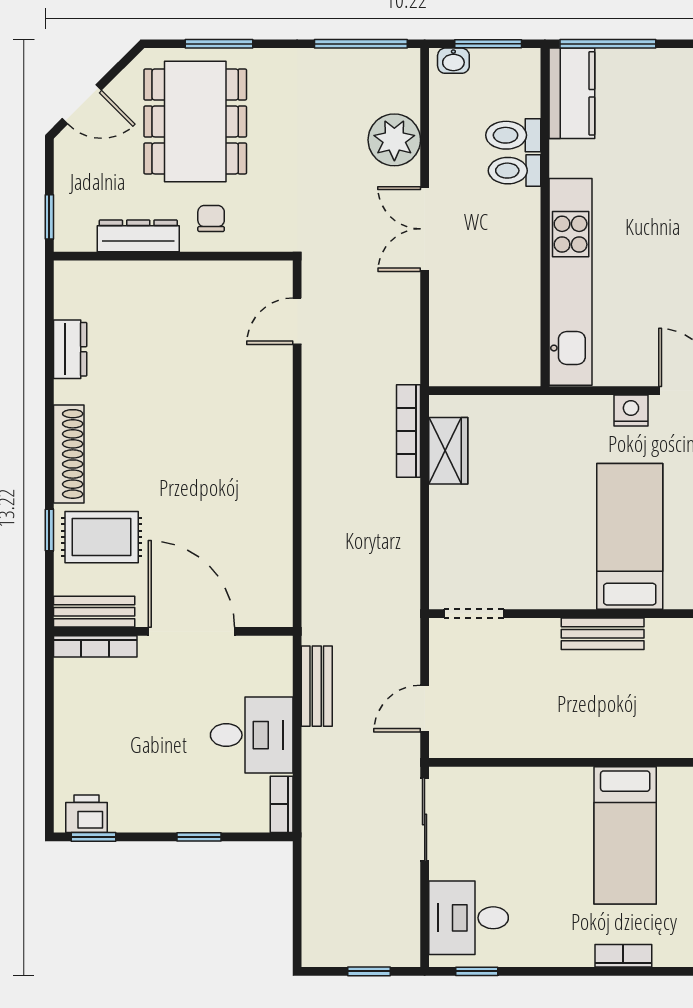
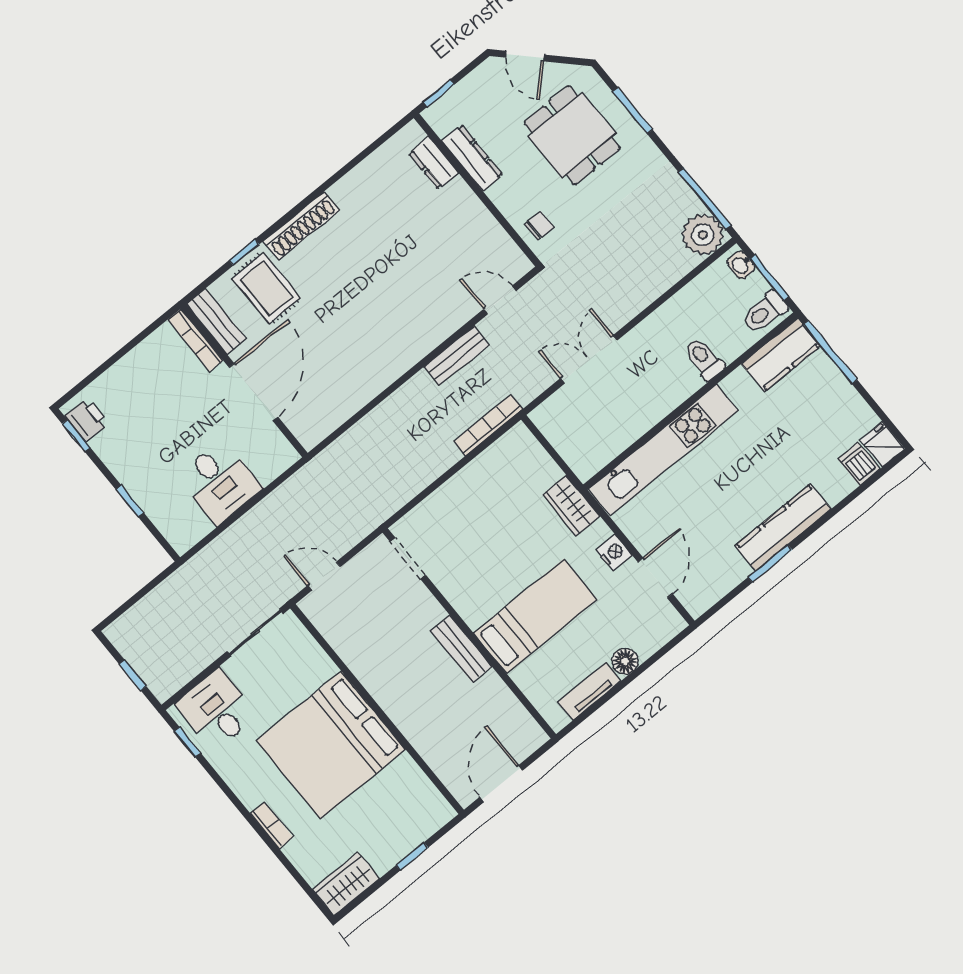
dining table: (195, 121) -> (572, 135), width x0.73
toilet: (513, 135) -> (764, 312), moved, turned -90
plant: (394, 140) -> (703, 235), moved
chair: (211, 218) -> (539, 226), moved
double door: (425, 229) -> (589, 359), moved
dresser: (70, 349) -> (434, 163), moved, turned 90
wardrobe: (448, 451) -> (571, 506), moved, turned 90
bench: (317, 686) -> (456, 356), moved
bookcase: (282, 804) -> (192, 536), removed
bed: (625, 835) -> (331, 745), width x2.04

